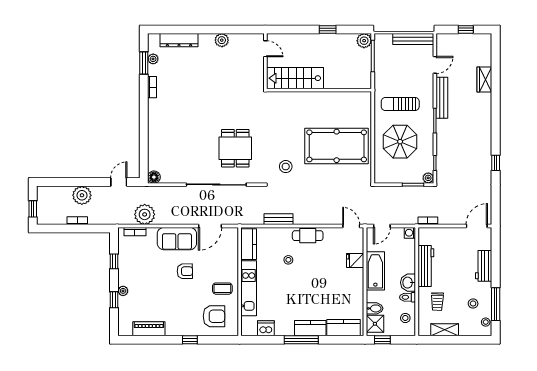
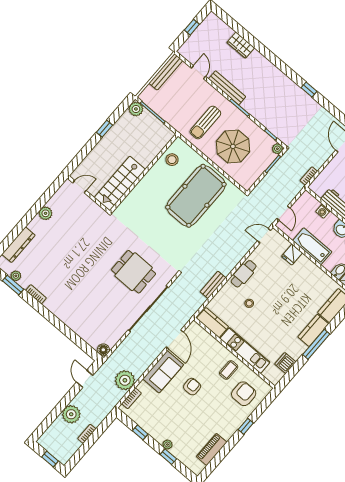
stool: (286, 167) -> (172, 160), moved
washing machine: (410, 233) -> (323, 211), moved

